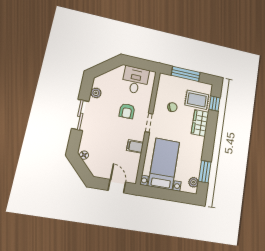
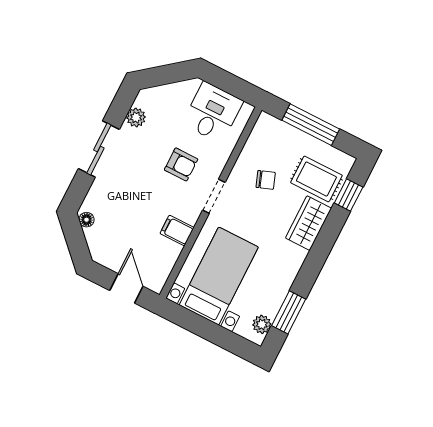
armchair: (127, 111) -> (181, 164), turned -90

